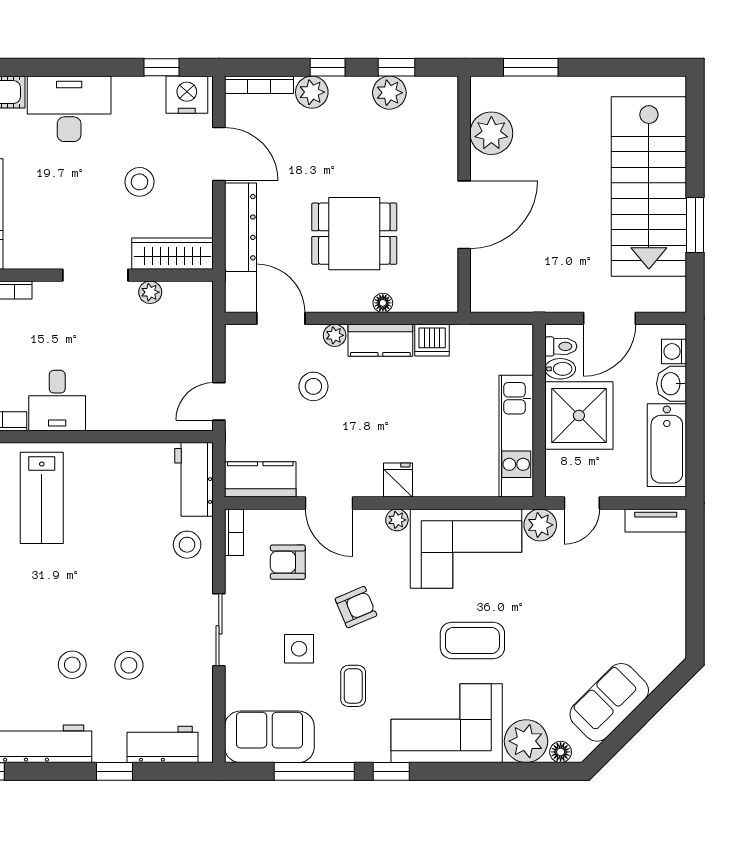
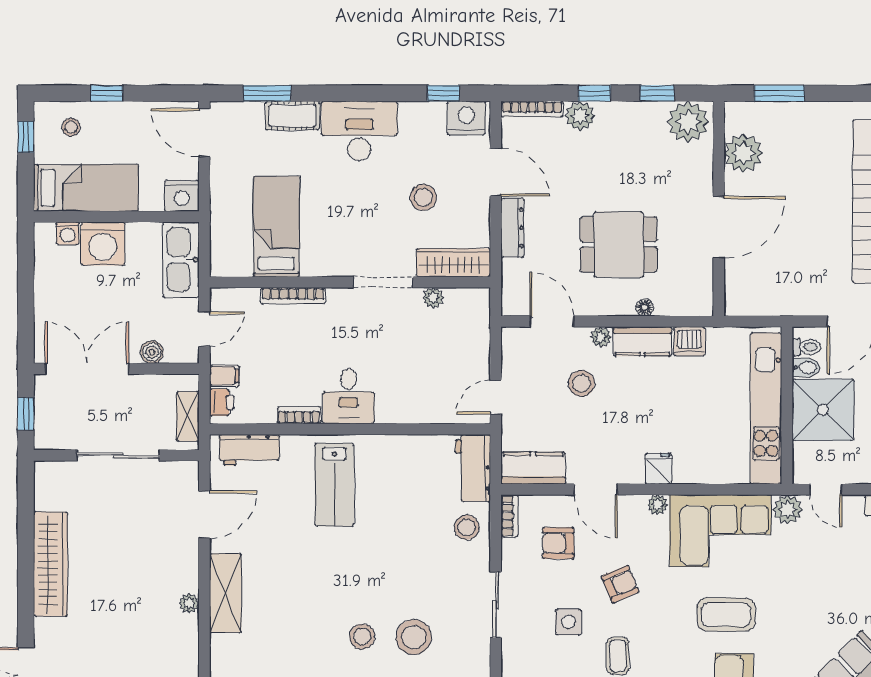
plant: (389, 93) -> (688, 122), moved, width x1.36, depth x1.36
dresser: (241, 227) -> (512, 228), width x0.73, depth x0.80
kitchen unit: (516, 436) -> (766, 408), width x1.36
door: (582, 503) -> (826, 489), hinge flipped
stool: (129, 665) -> (414, 637), width x1.38, depth x1.38

